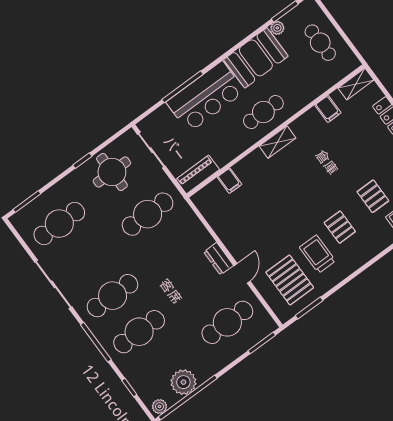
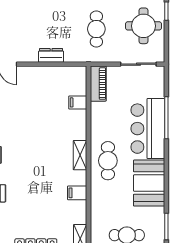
plant: (277, 28) -> (159, 213), removed
filing cabinet: (328, 109) -> (77, 193), moved
cafe table: (148, 214) -> (96, 29), width x0.73, depth x0.74
dresser: (219, 259) -> (51, 55), moved

